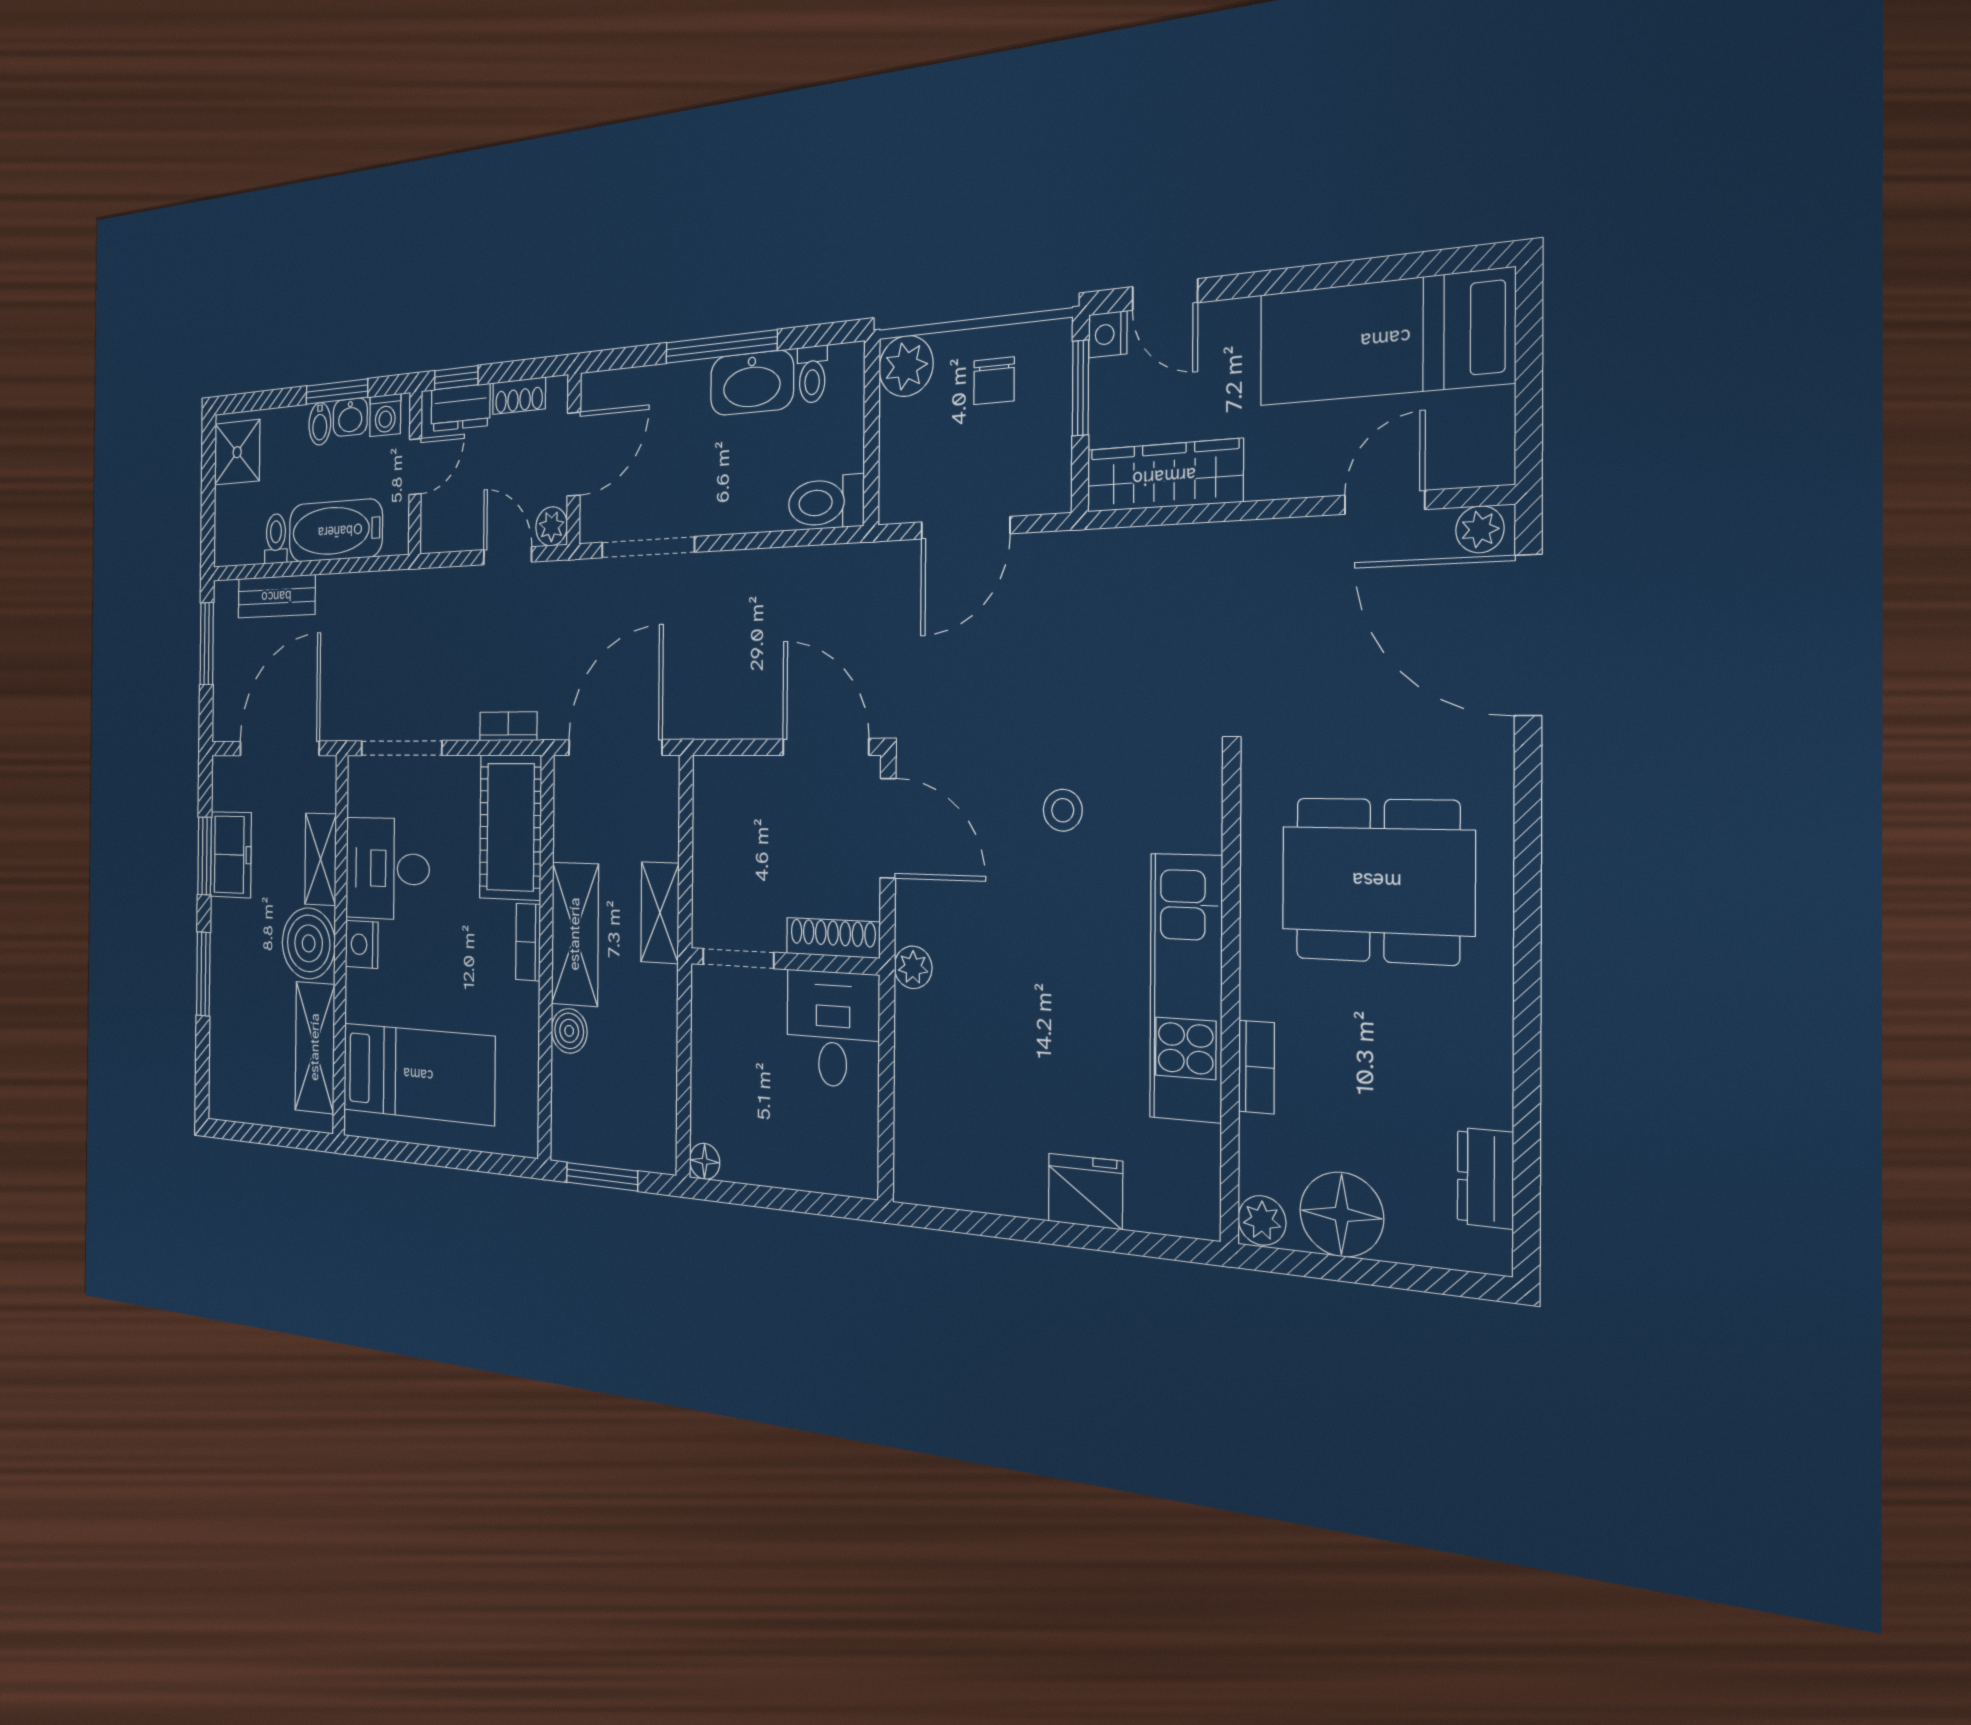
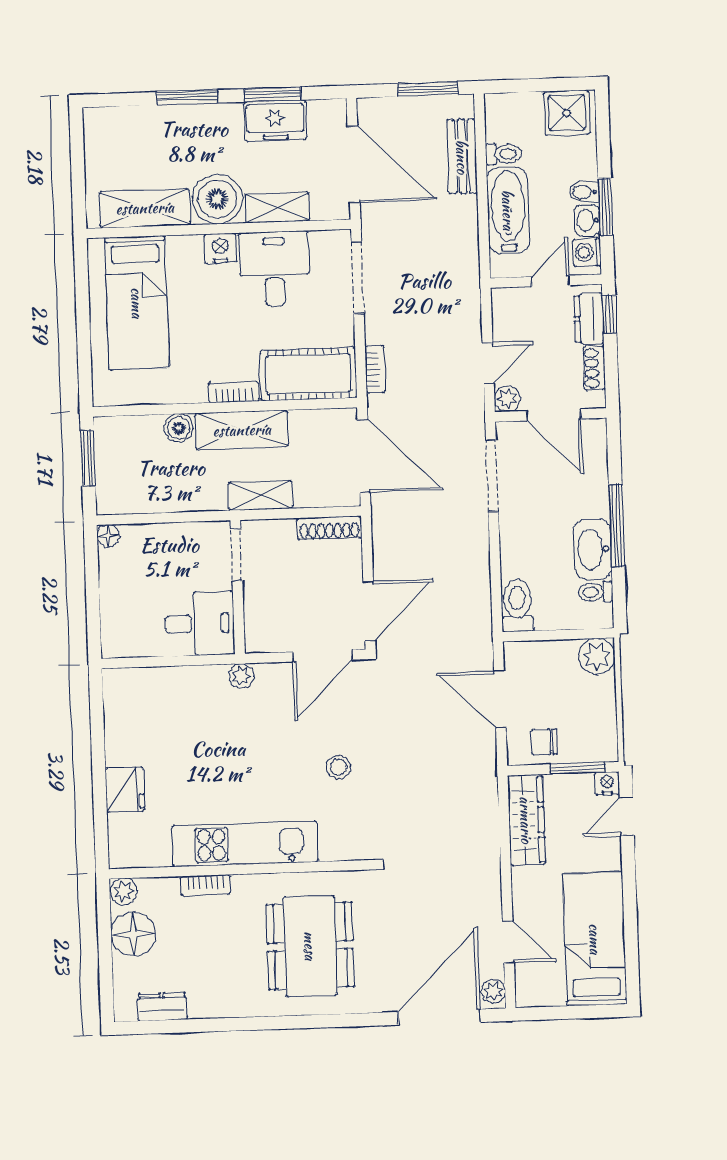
chair: (994, 381) -> (544, 742), moved
door: (415, 467) -> (550, 281), swing flipped
shoe rack: (833, 938) -> (329, 528), moved, turned 90

